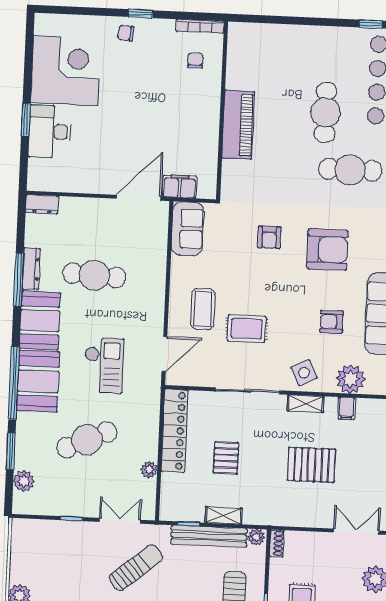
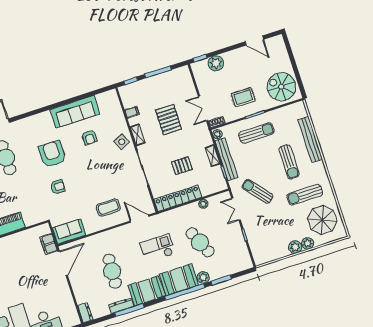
door: (138, 198) -> (63, 263), swing flipped
rug: (247, 329) -> (110, 181), removed
plant: (350, 379) -> (116, 116), removed
plant: (24, 481) -> (203, 277), moved
double door: (356, 532) -> (203, 108), moved

